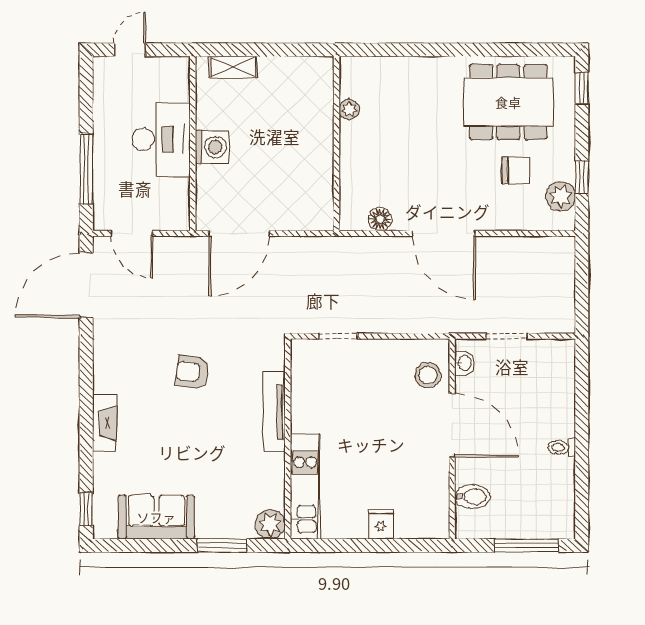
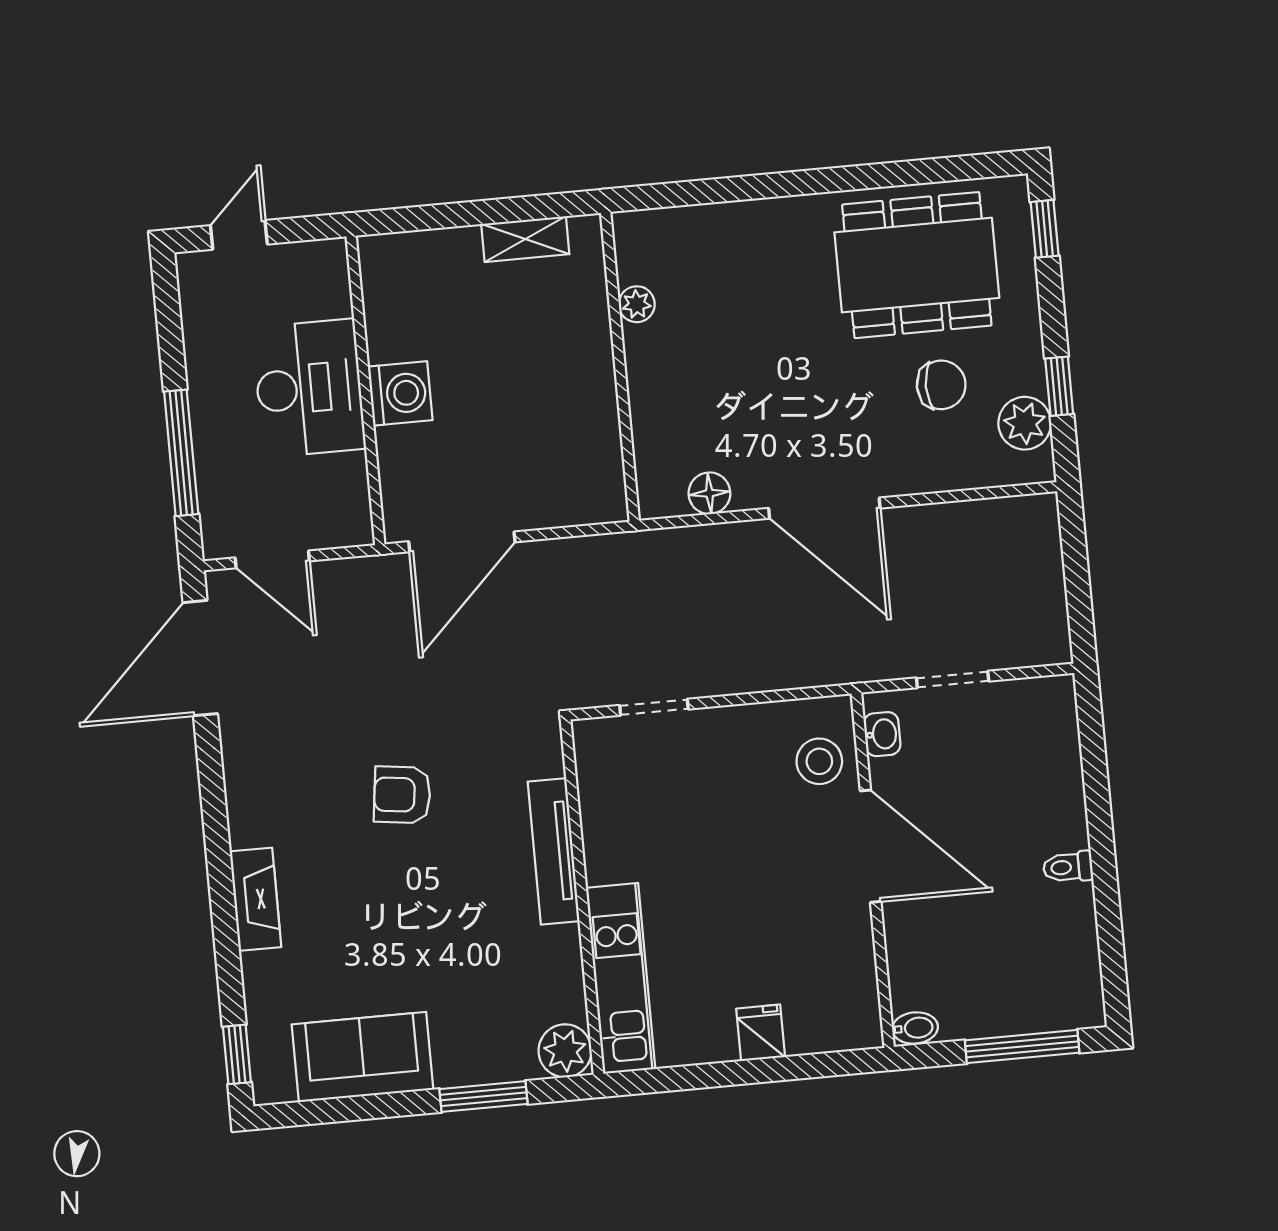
shelving: (233, 67) -> (525, 239), moved
bidet: (472, 497) -> (915, 1028), moved, width x0.72, depth x0.74

